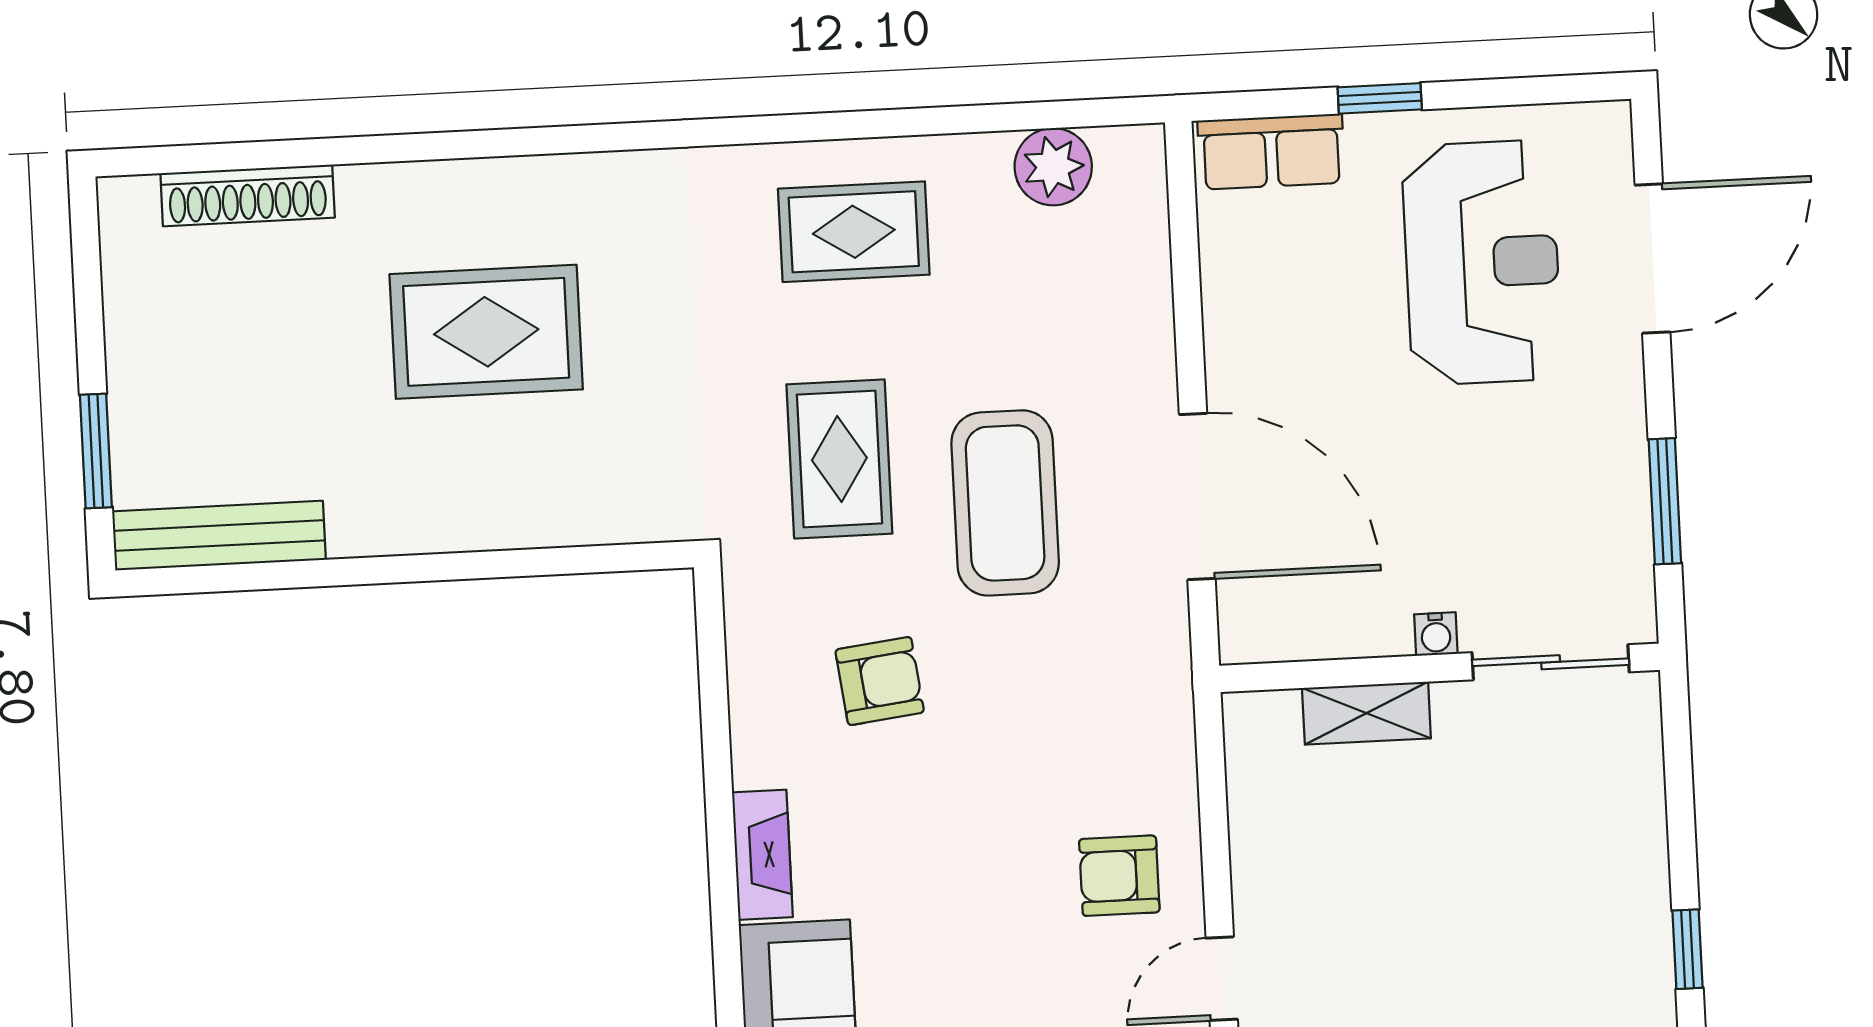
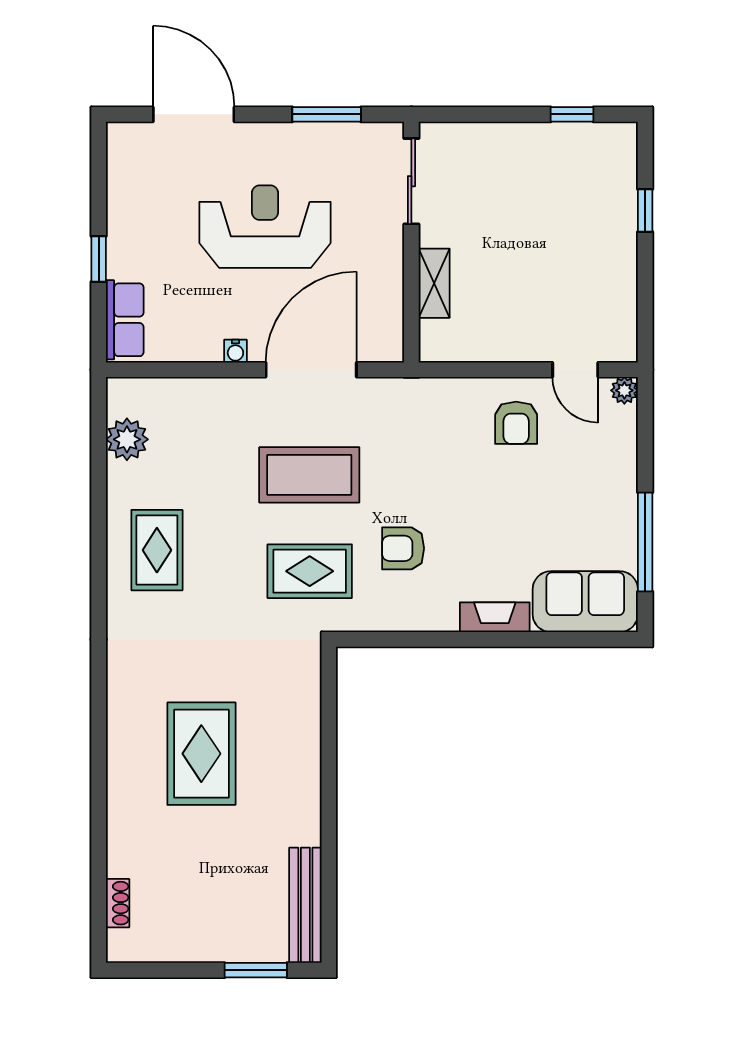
shoe rack: (248, 195) -> (118, 903), width x0.51, depth x0.81
reception desk: (1482, 263) -> (265, 227), moved
rug: (839, 459) -> (310, 571), moved
water cooler: (1436, 634) -> (235, 351), moved, turned 90
armchair: (880, 681) -> (403, 548), turned -83

